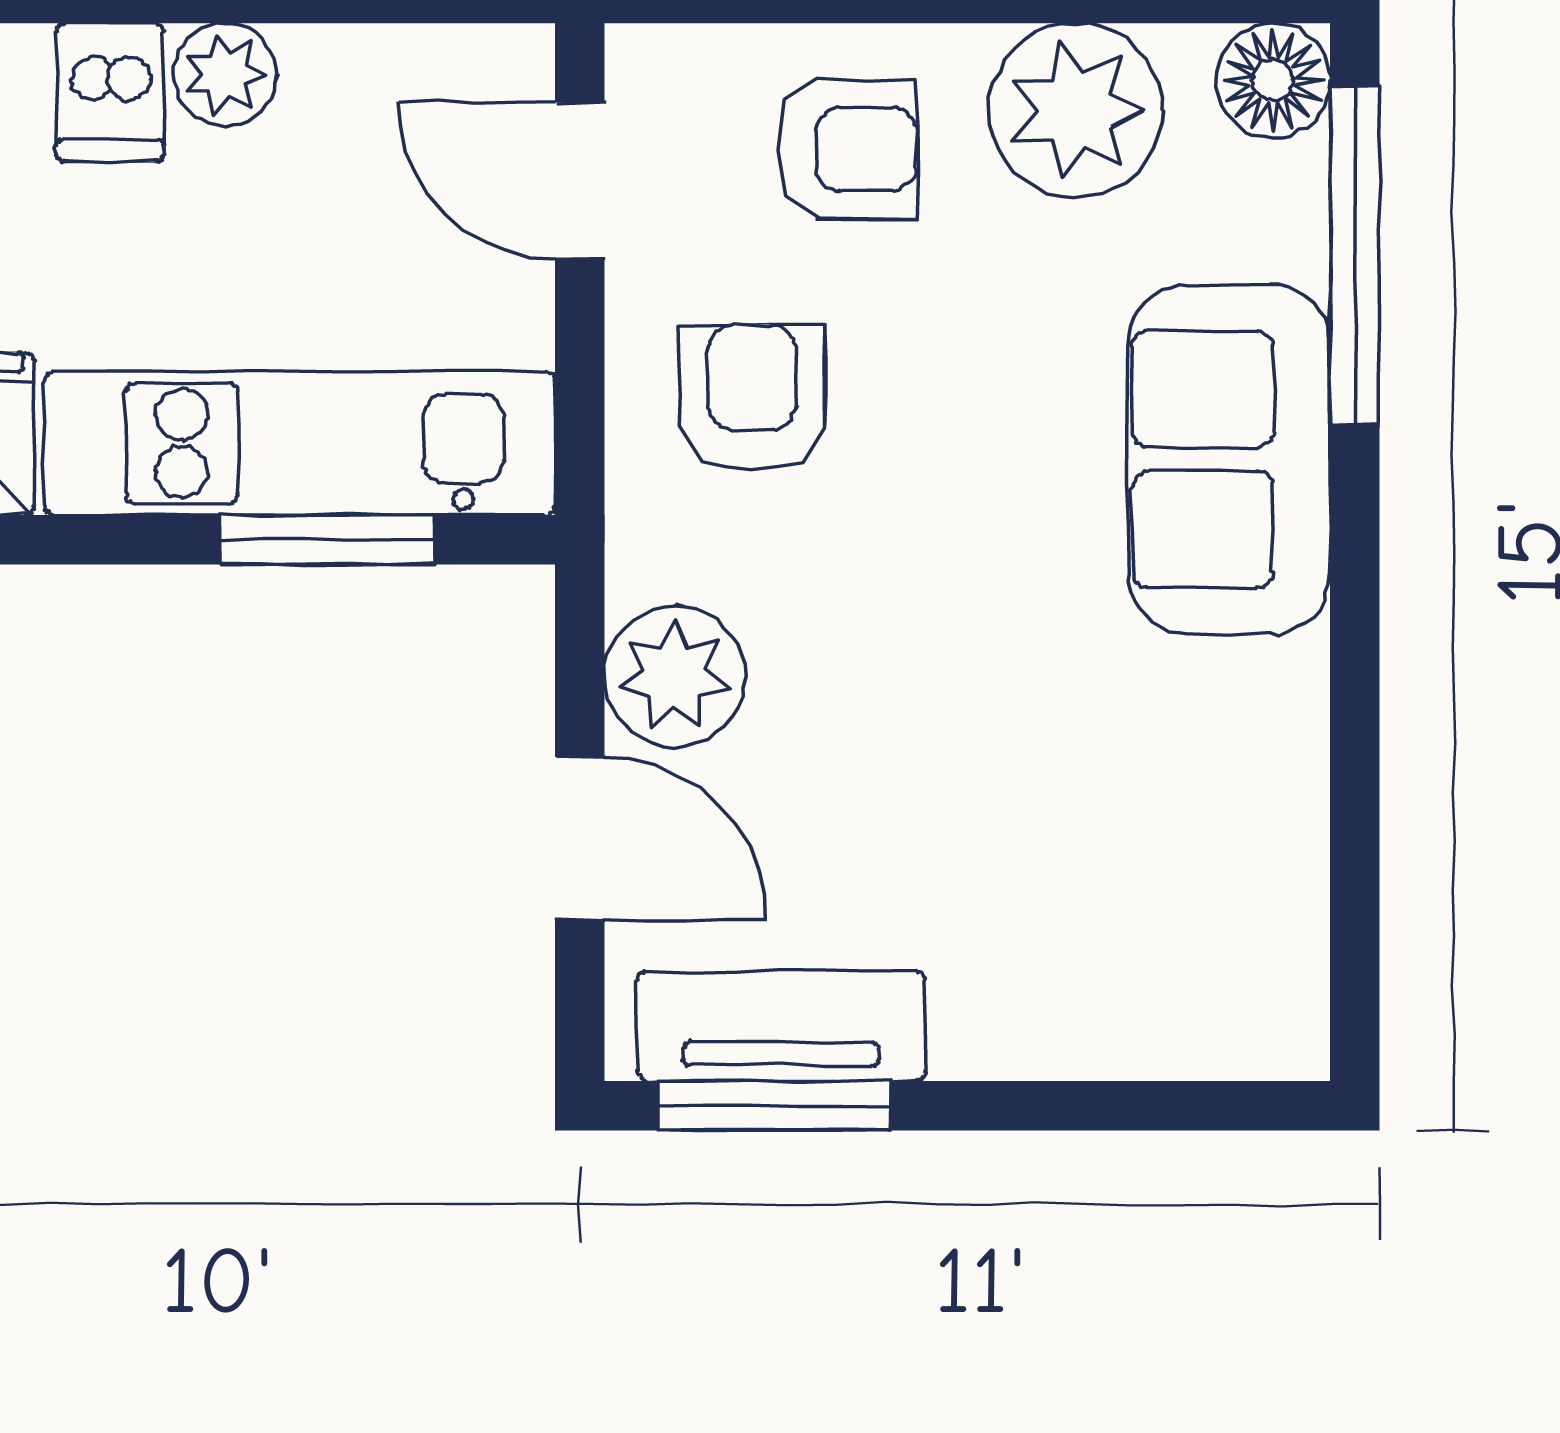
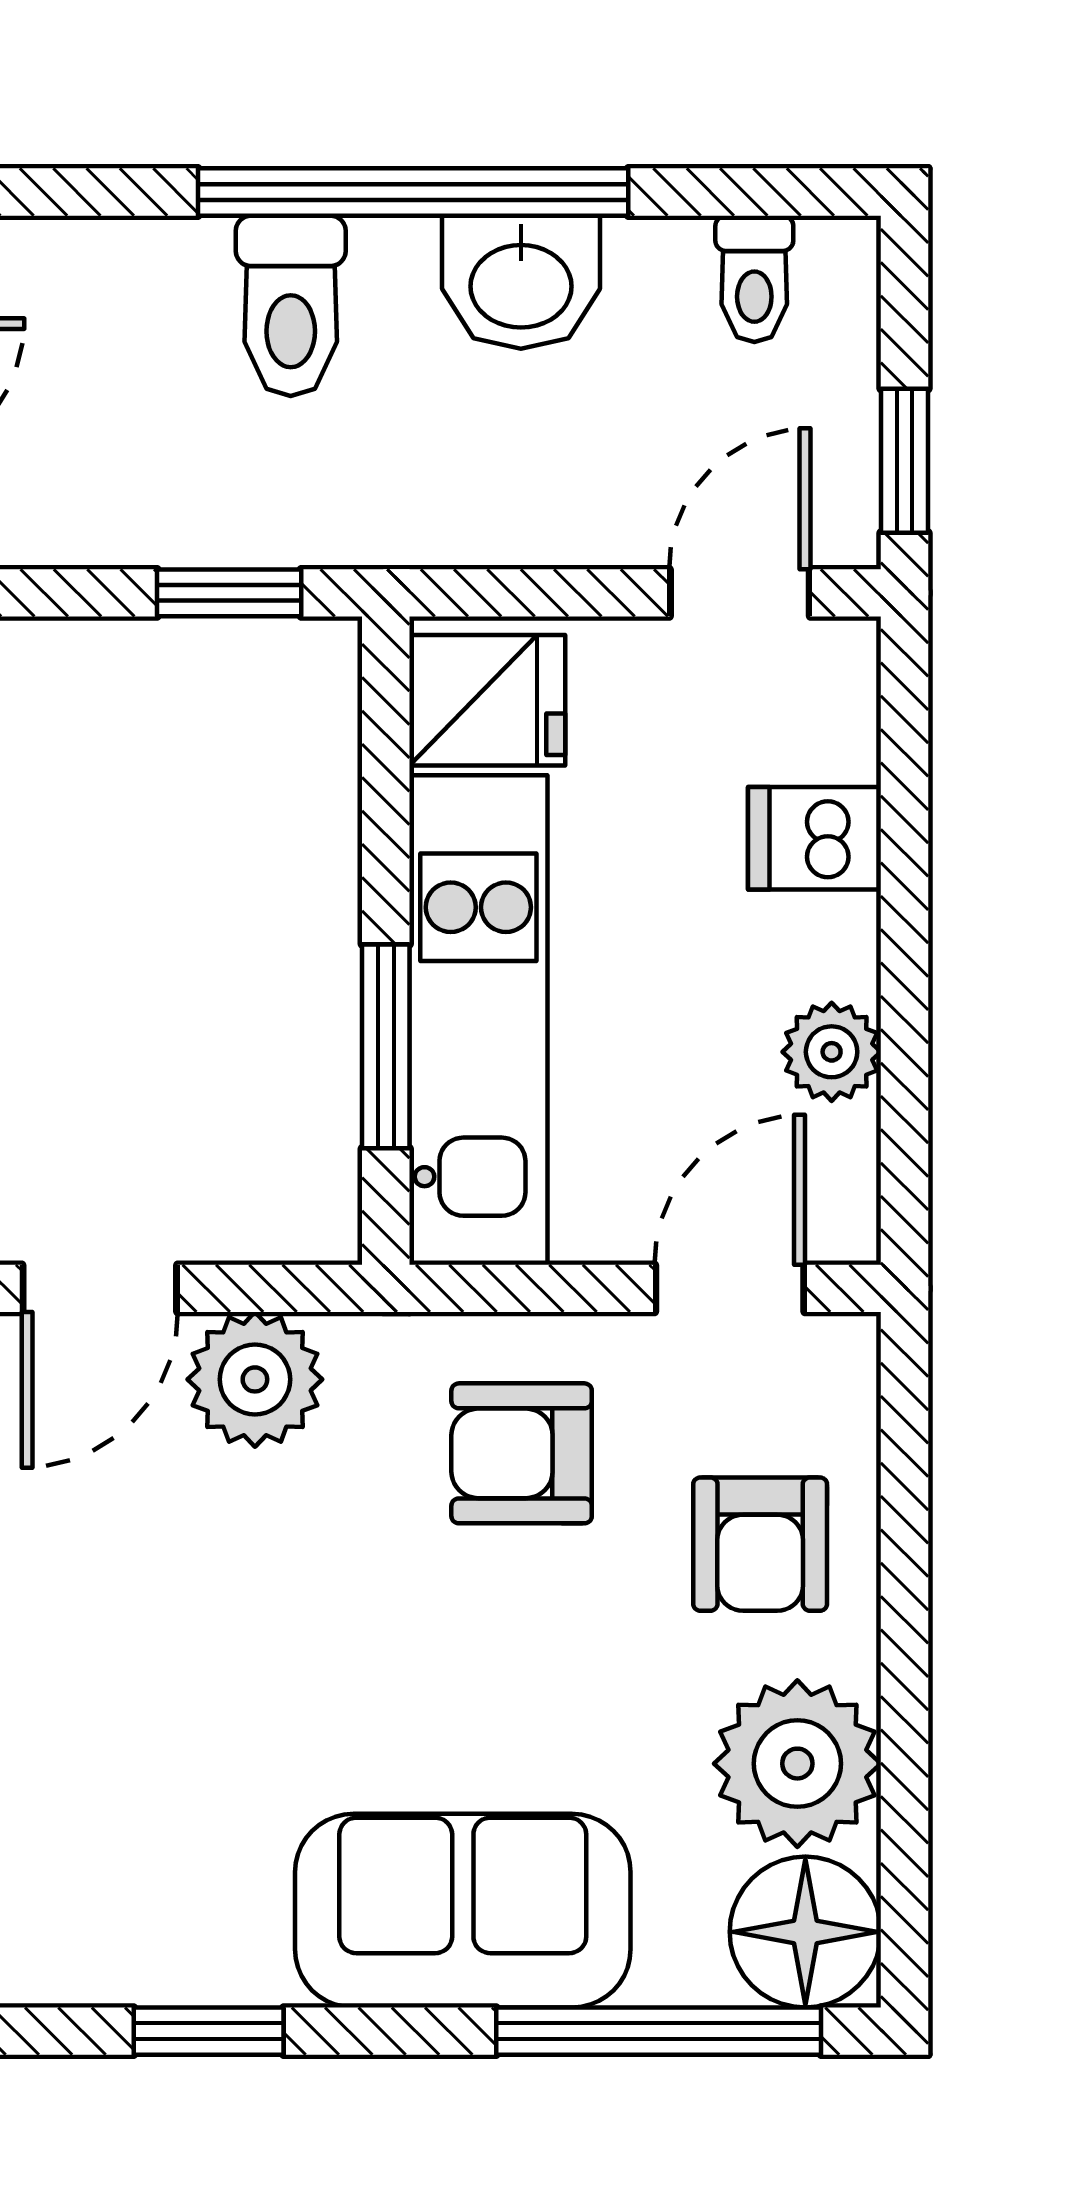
plant: (225, 74) -> (832, 1052), moved
floor lamp: (1273, 80) -> (805, 1932), width x1.38, depth x1.38
armchair: (752, 398) -> (522, 1453), turned 180
window: (1355, 725) -> (209, 2031), added

